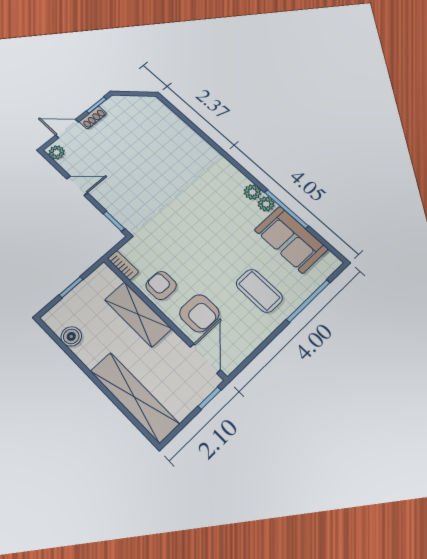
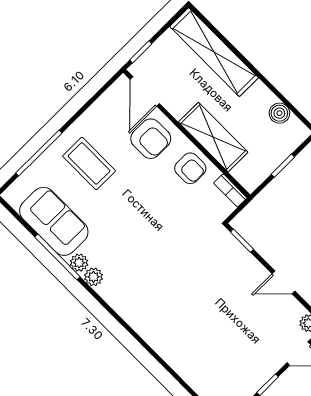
shoe rack: (93, 118) -> (271, 368), removed
armchair: (199, 313) -> (151, 139), turned 180

